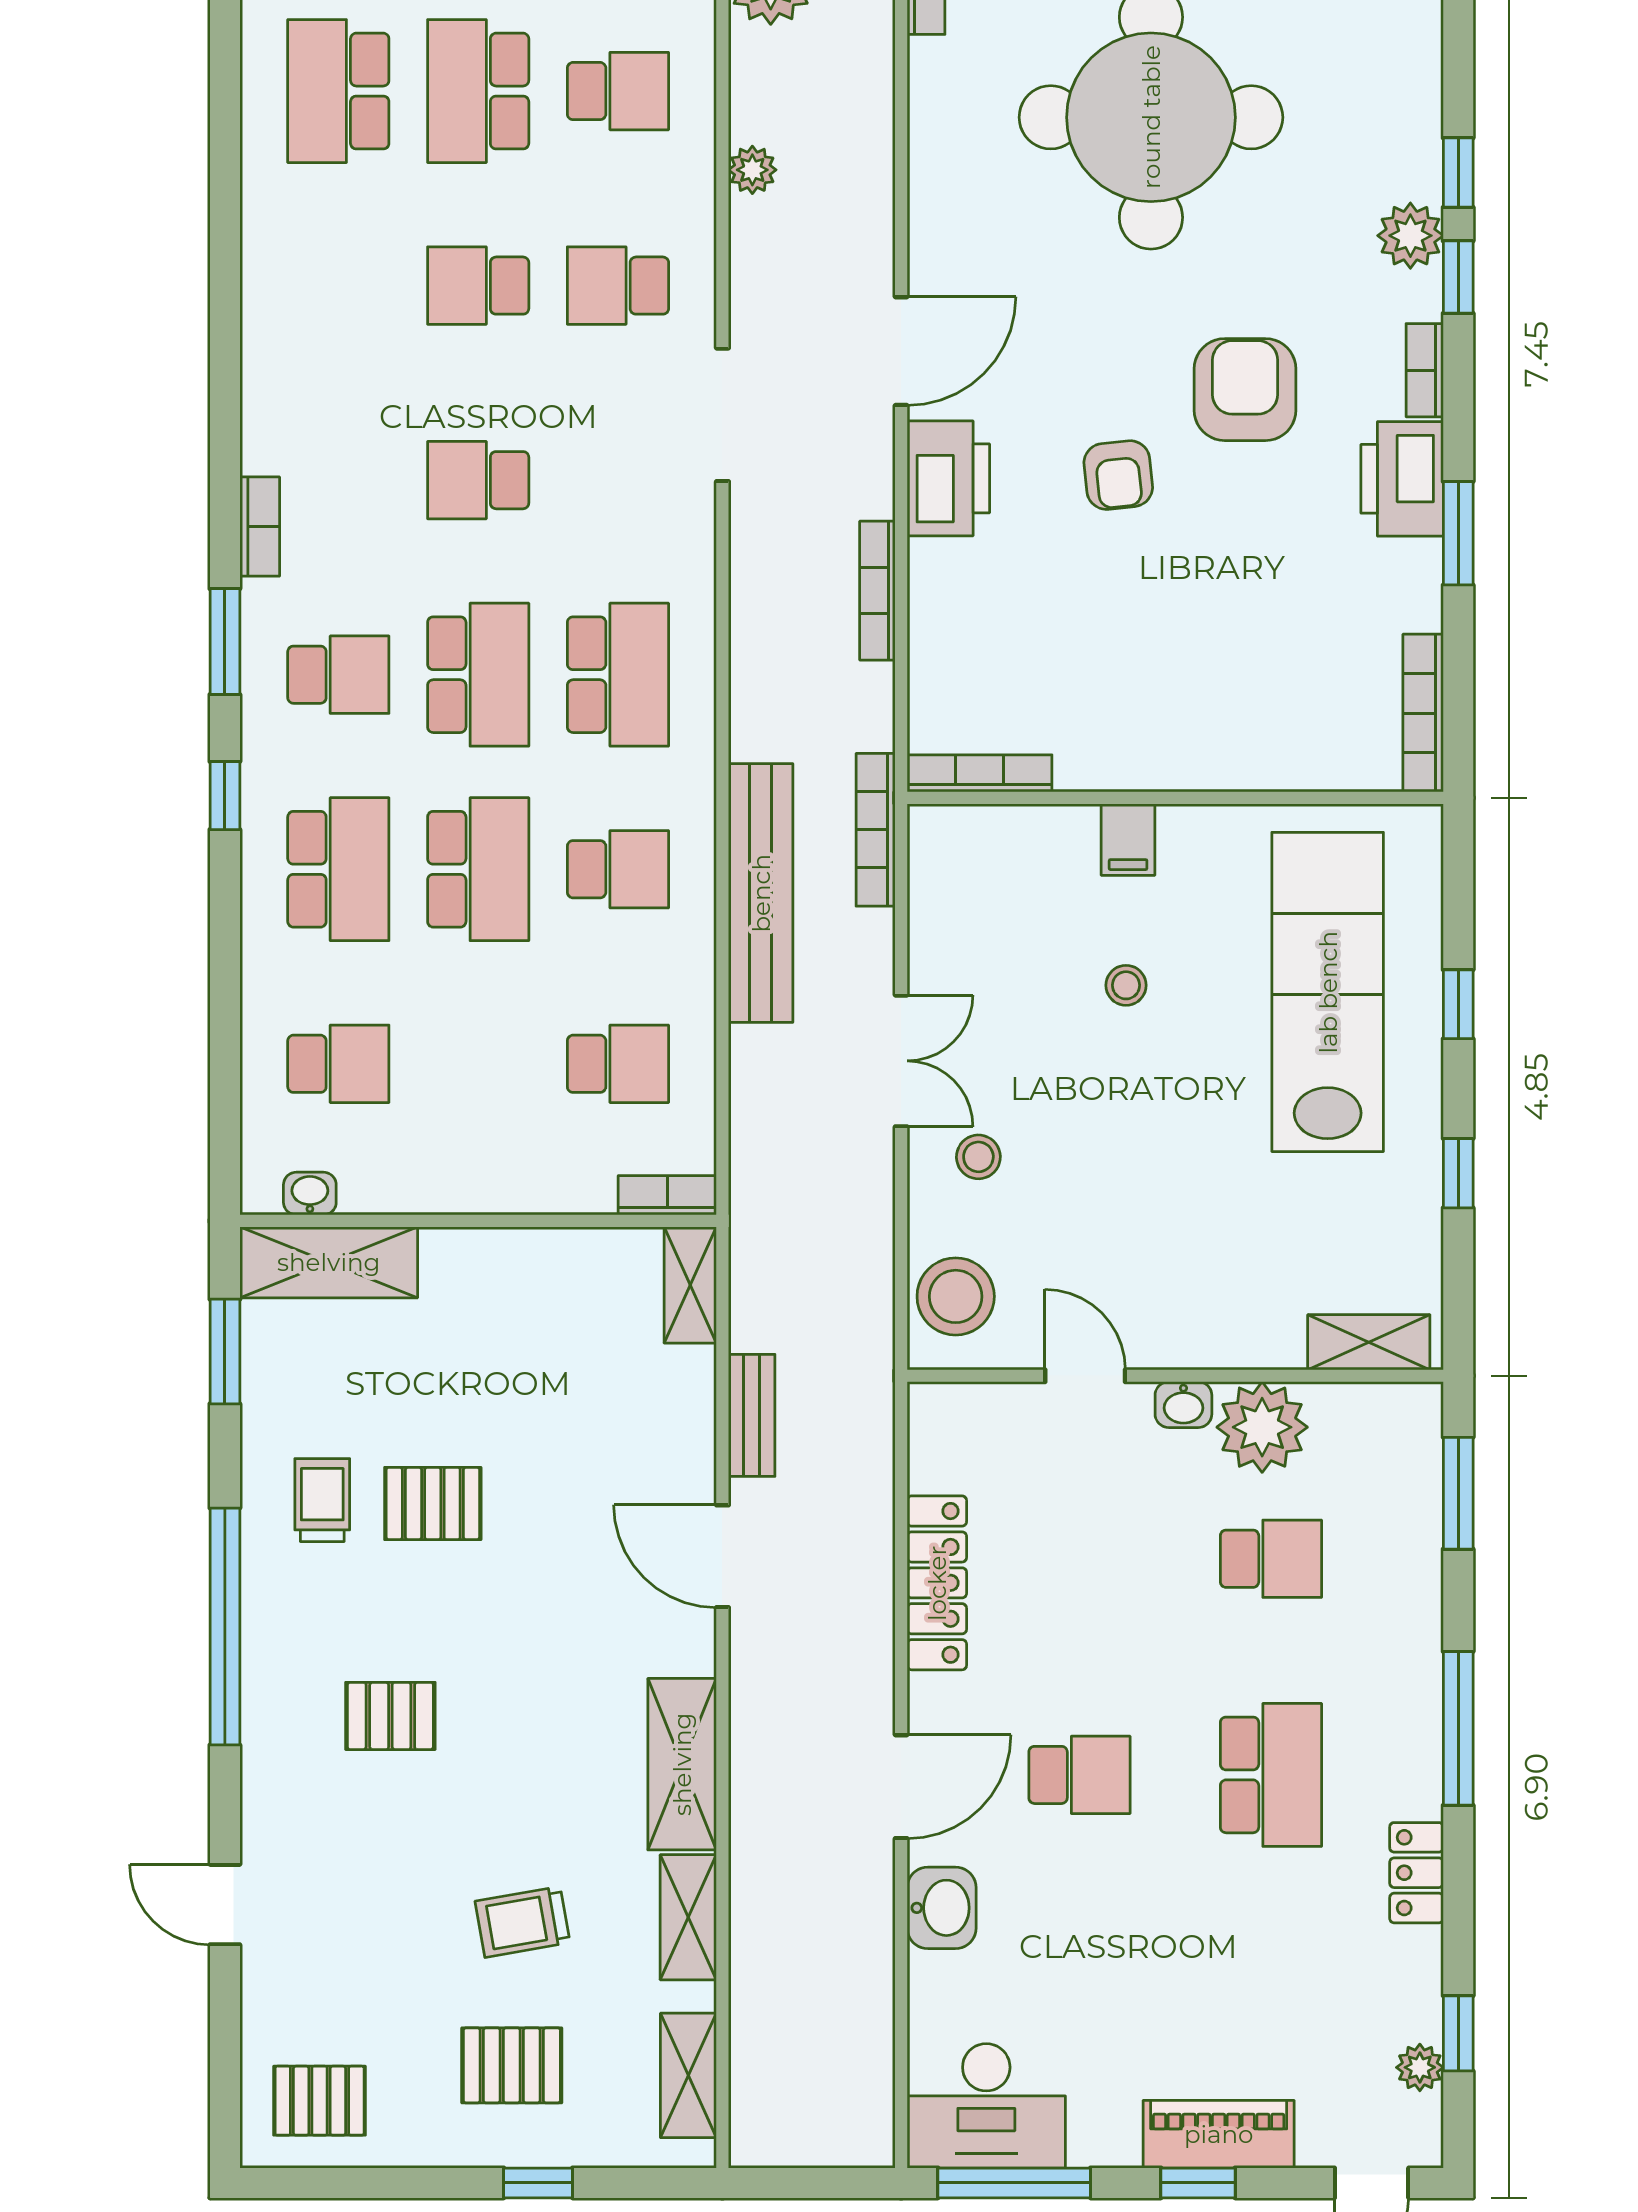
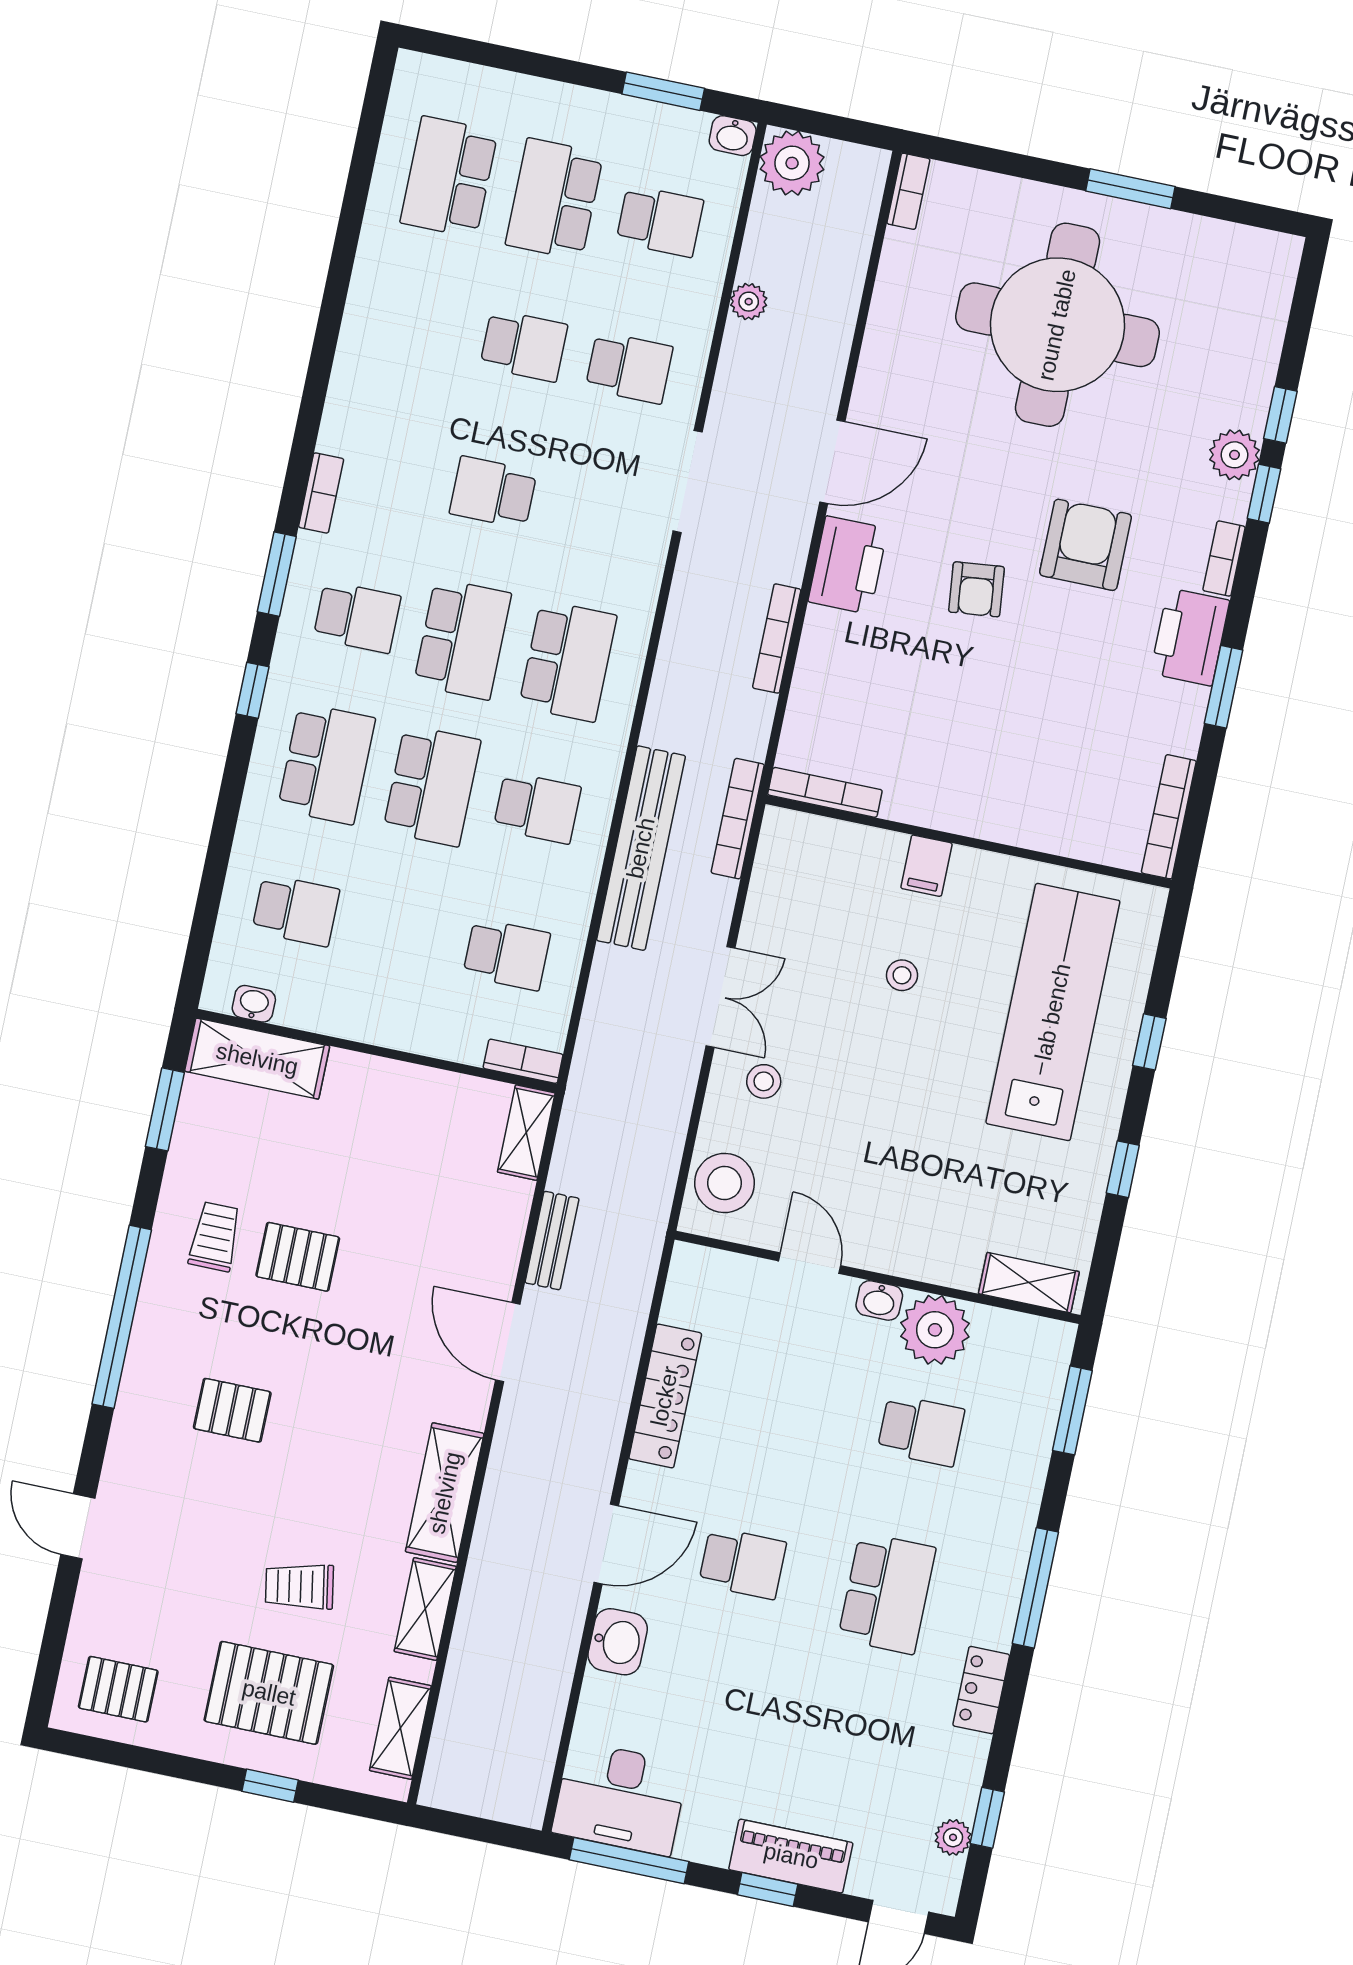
school desk: (478, 286) -> (524, 346), turned 180
school desk: (618, 286) -> (629, 368), turned 180
pallet: (512, 2065) -> (269, 1693), width x1.50, depth x1.42

